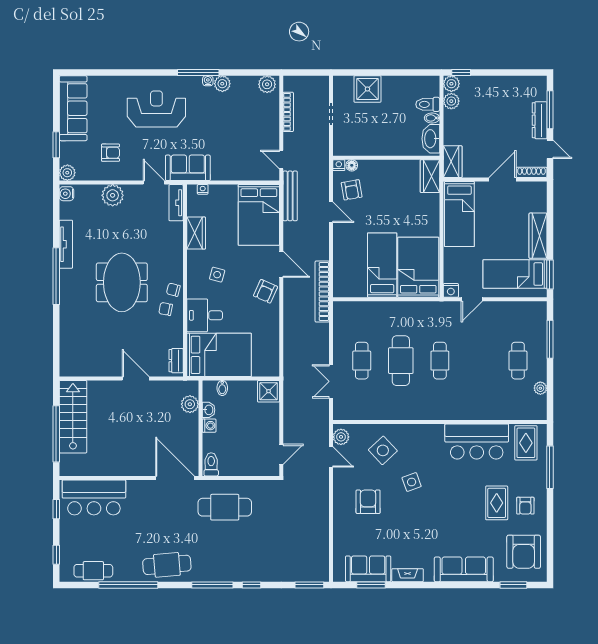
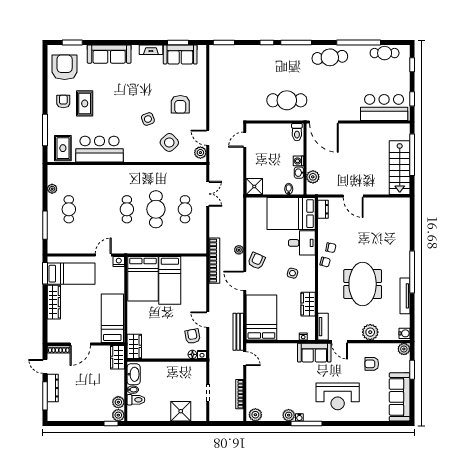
meeting table: (122, 282) -> (363, 284), moved
plant: (289, 306) -> (239, 250), added

